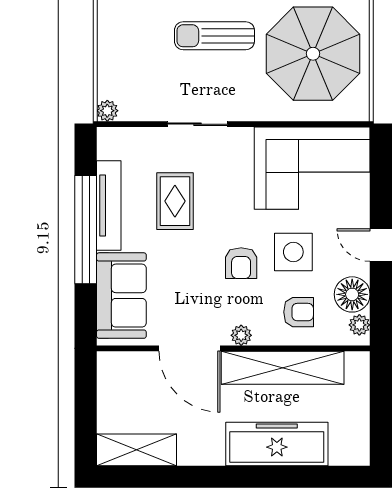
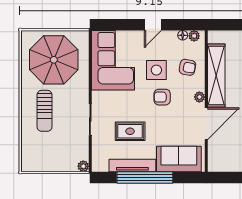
armchair: (241, 263) -> (162, 97), turned 180
floor lamp: (352, 294) -> (183, 35), width x0.53, depth x0.53
armchair: (299, 312) -> (187, 67), turned 100

